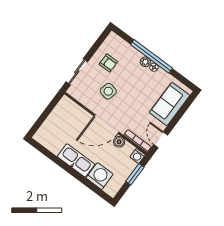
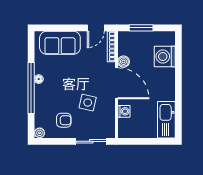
plant: (145, 62) -> (40, 133), moved
armchair: (108, 63) -> (64, 120), turned 90
washing machine: (138, 156) -> (124, 111), moved
kitchen sink: (76, 160) -> (166, 120), moved

